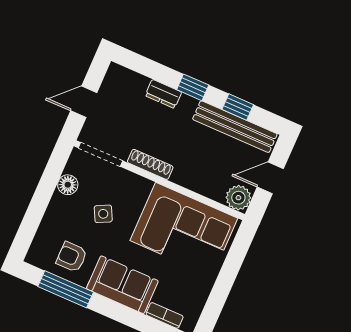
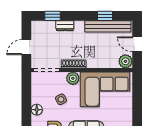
window: (193, 87) -> (53, 16), moved
door: (270, 178) -> (137, 44), hinge flipped
floor lamp: (68, 185) -> (37, 110), moved
plant: (138, 187) -> (73, 78), added

